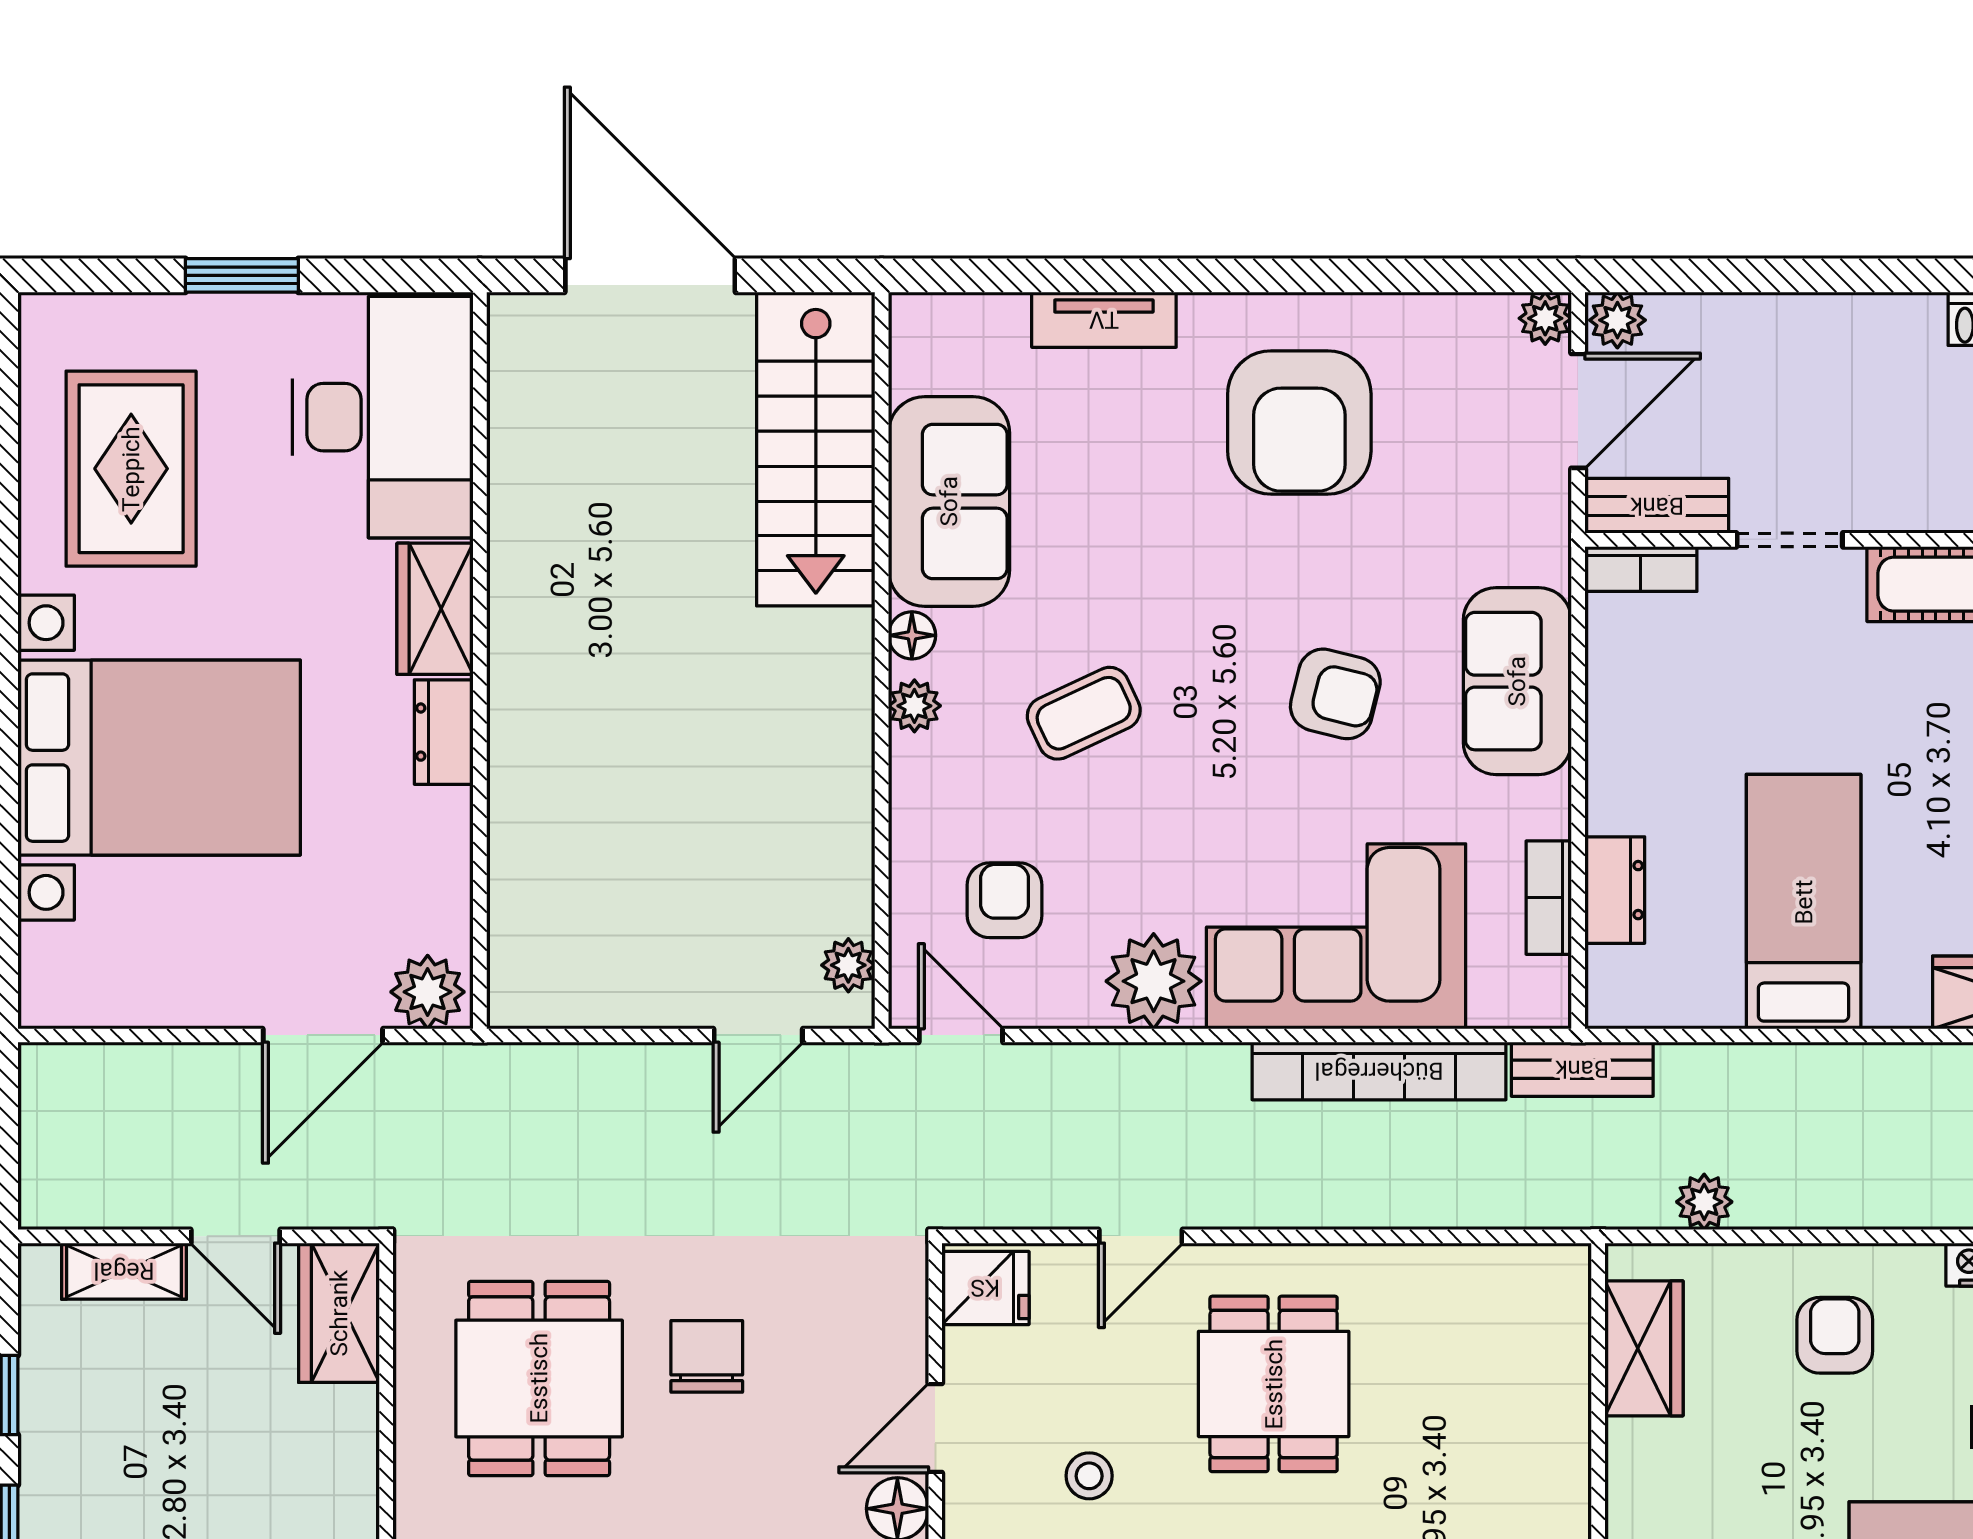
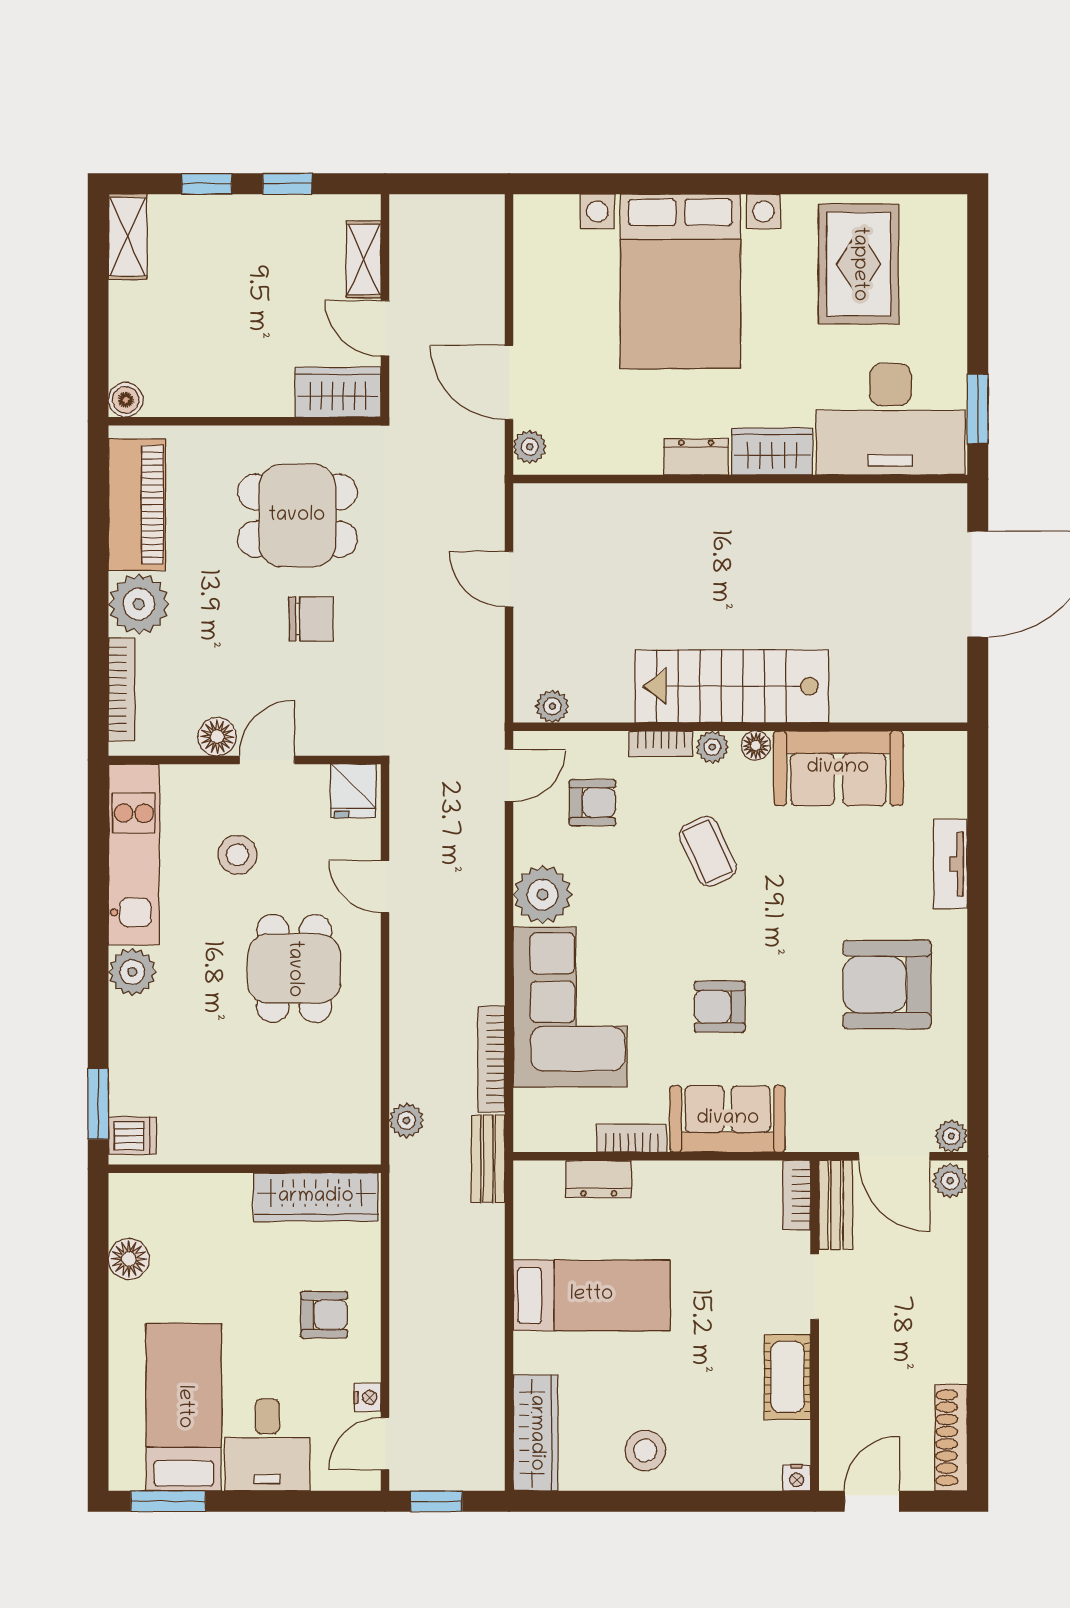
window: (242, 275) -> (978, 409), moved
stairs: (816, 449) -> (732, 686), moved
rug: (131, 469) -> (859, 264), turned 90
armchair: (1335, 694) -> (720, 1007), turned 76
bookcase: (909, 789) -> (661, 744), added
bookcase: (1549, 898) -> (632, 1138), moved
plant: (428, 992) -> (530, 447), width x0.73, depth x0.73
door: (758, 1035) -> (509, 579), moved
bookcase: (1379, 1071) -> (491, 1059), width x0.68, depth x0.76
plant: (1704, 1202) -> (406, 1120), moved
door: (235, 1236) -> (385, 328), hinge flipped
wardrobe: (1644, 1348) -> (316, 1197), width x1.50
dining table: (1274, 1384) -> (294, 969), turned 90
door: (935, 1428) -> (267, 760), hinge flipped
stool: (1089, 1476) -> (237, 855), width x1.37, depth x1.37

